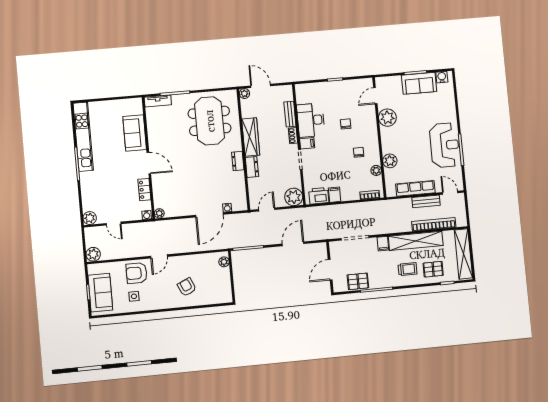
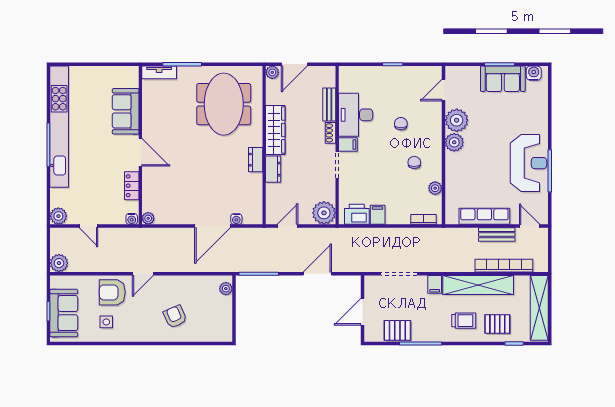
door: (261, 86) -> (294, 64), swing flipped
kitchen unit: (83, 137) -> (59, 127), width x1.36
plant: (390, 161) -> (454, 142), moved

